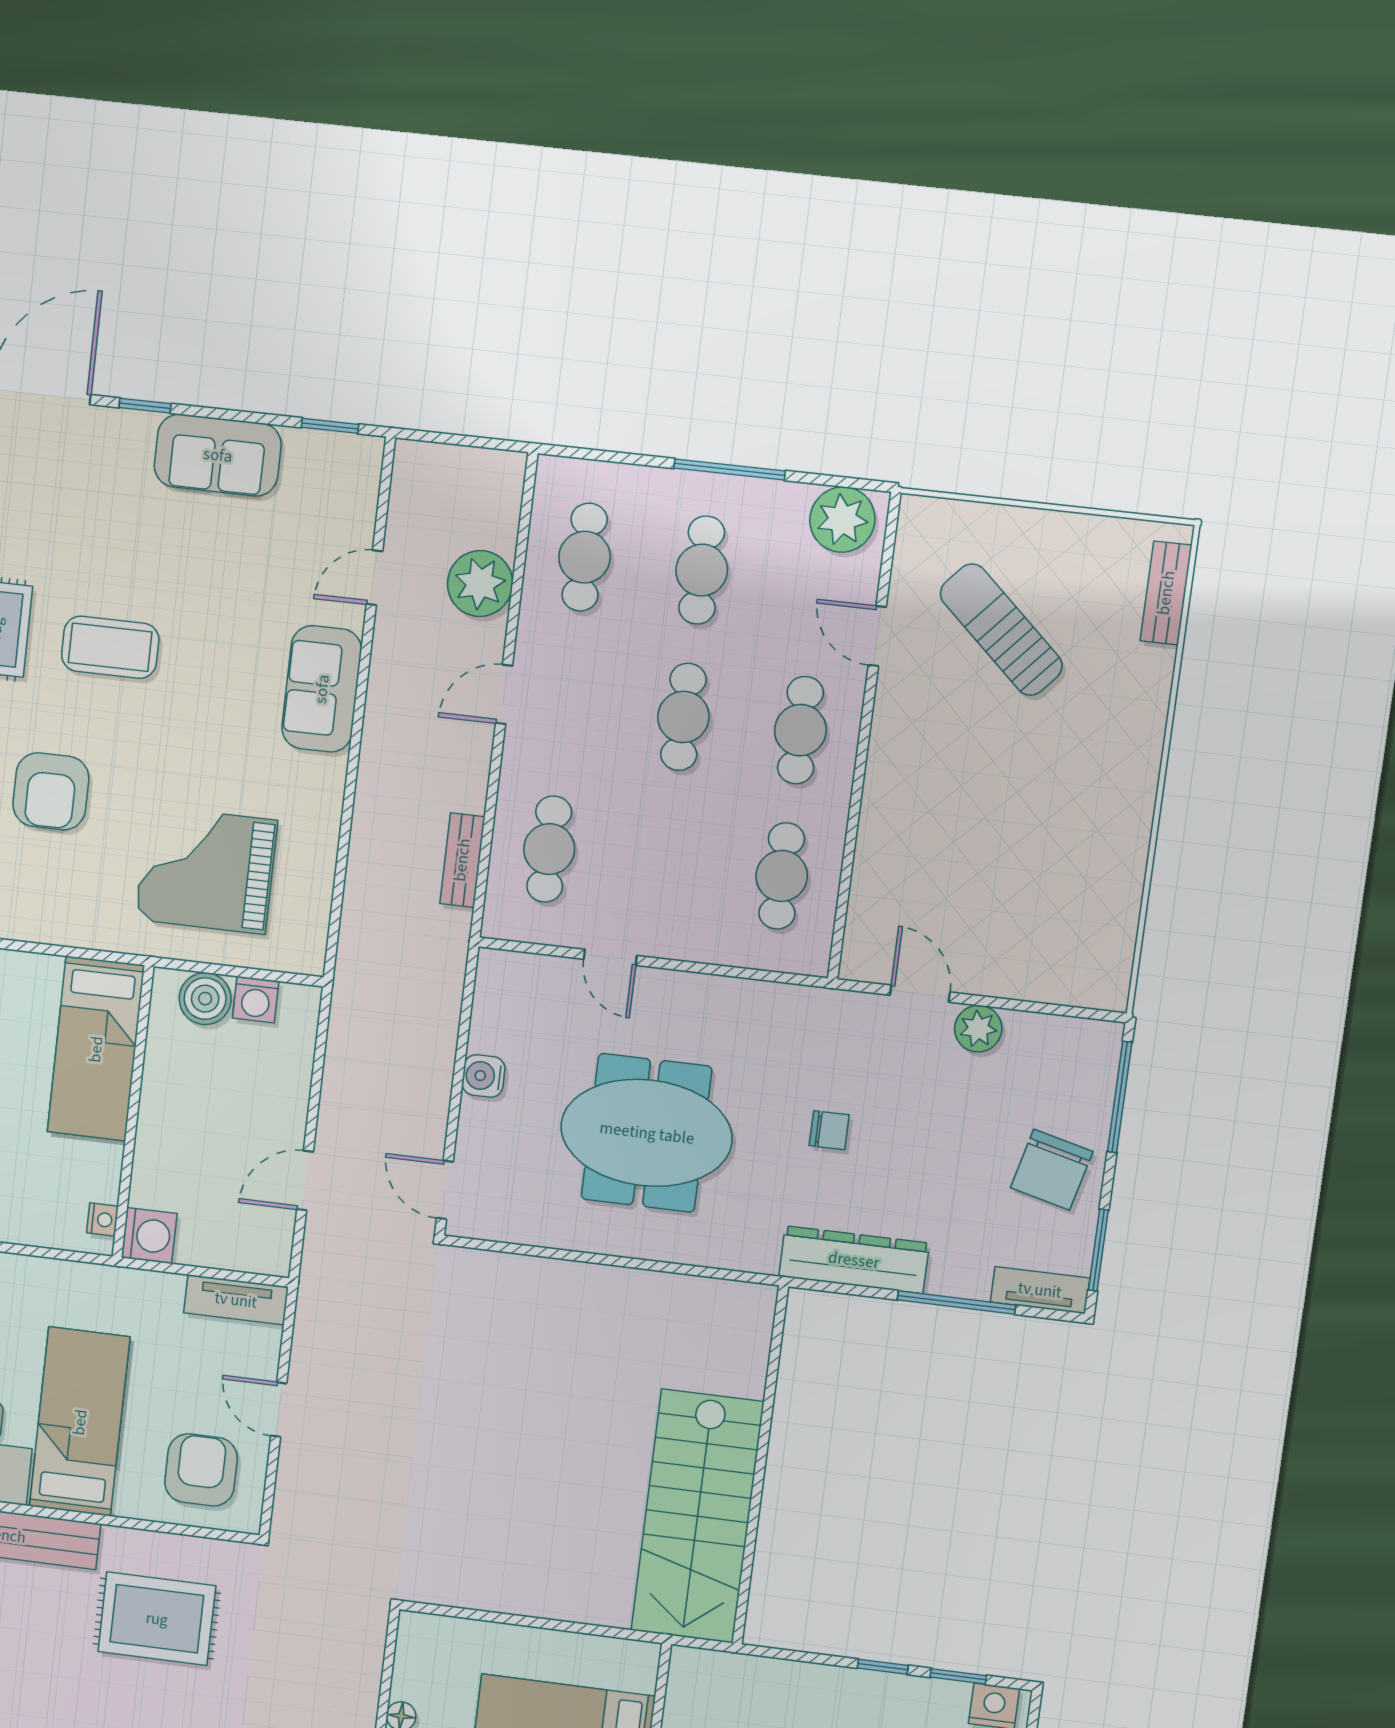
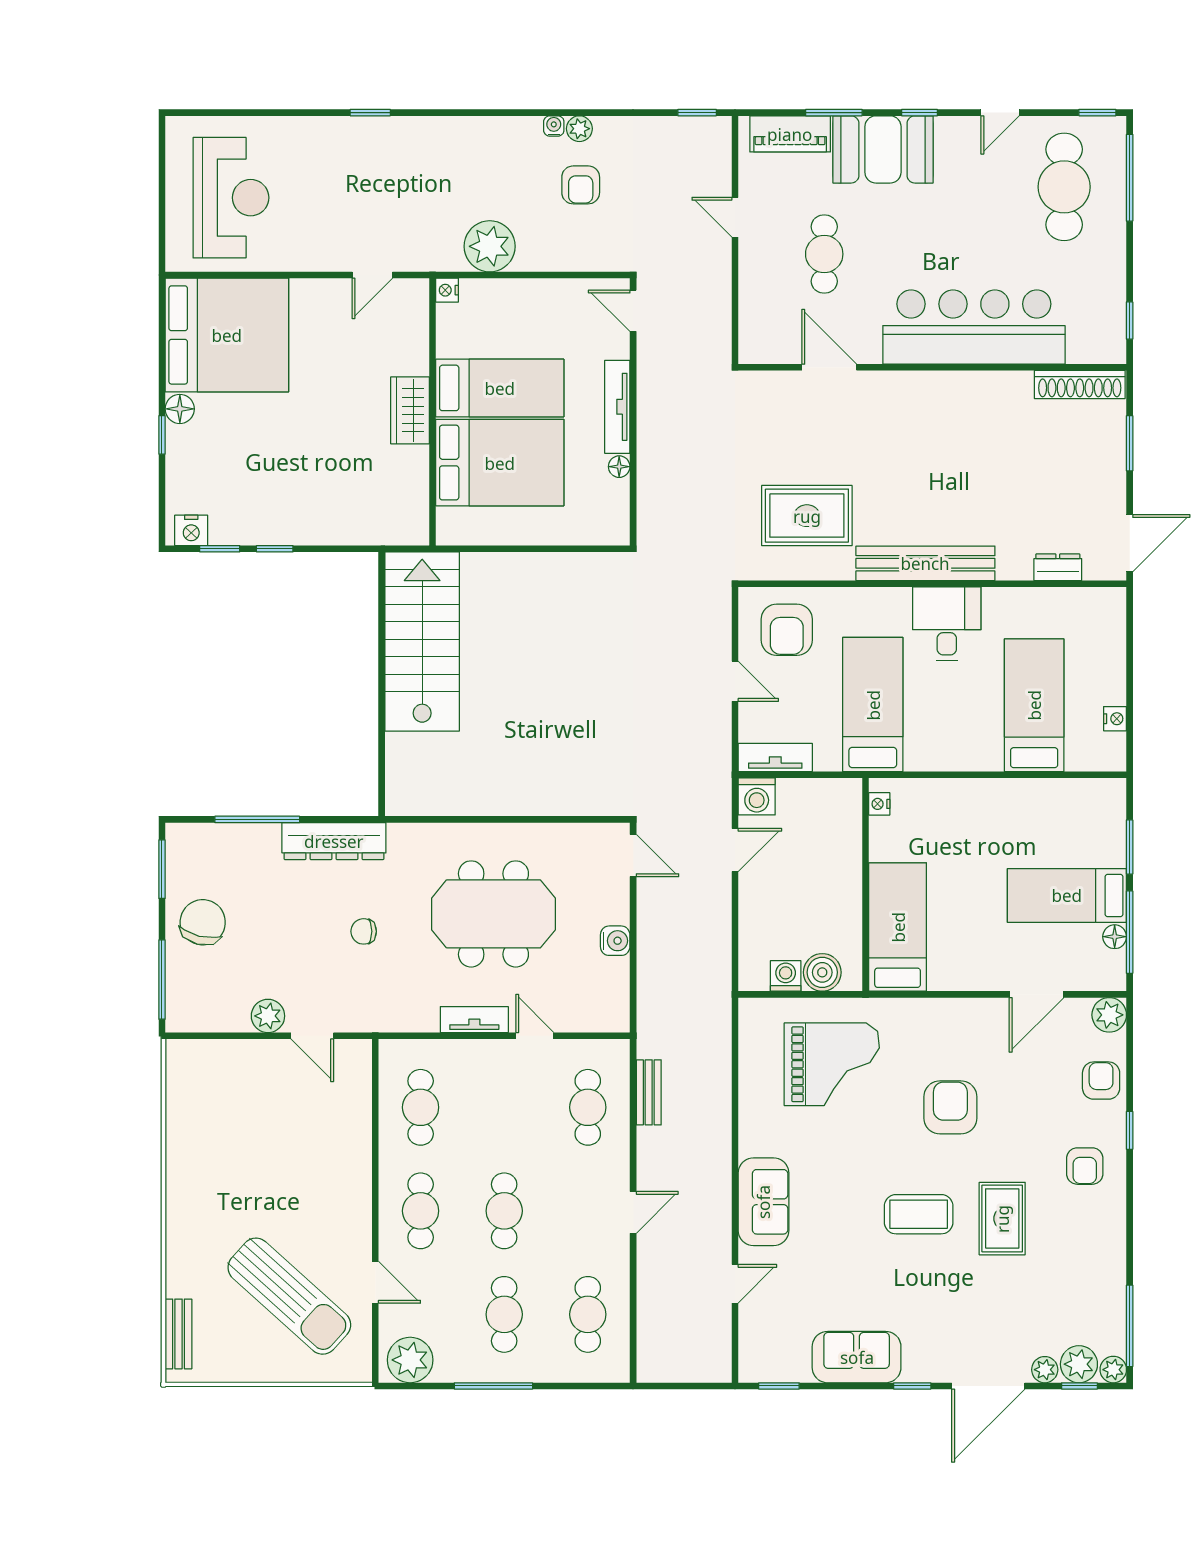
plant: (480, 583) -> (659, 1288), removed
sun lounger: (1001, 630) -> (289, 1296), width x1.36, depth x1.34
washing machine: (149, 1236) -> (757, 796), moved, turned -90
tv unit: (1040, 1290) -> (474, 1020), moved, turned 180
bed: (80, 1422) -> (873, 705), moved, turned 180

